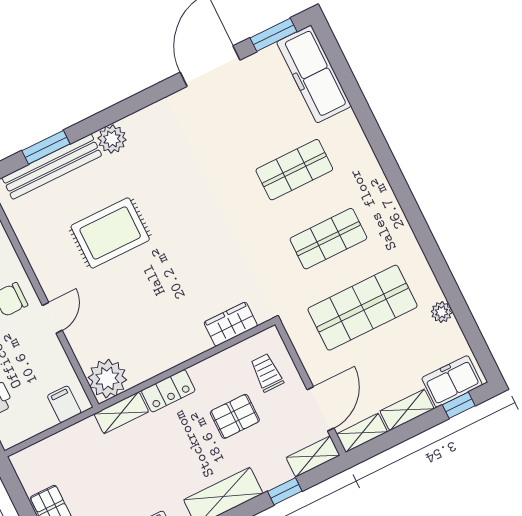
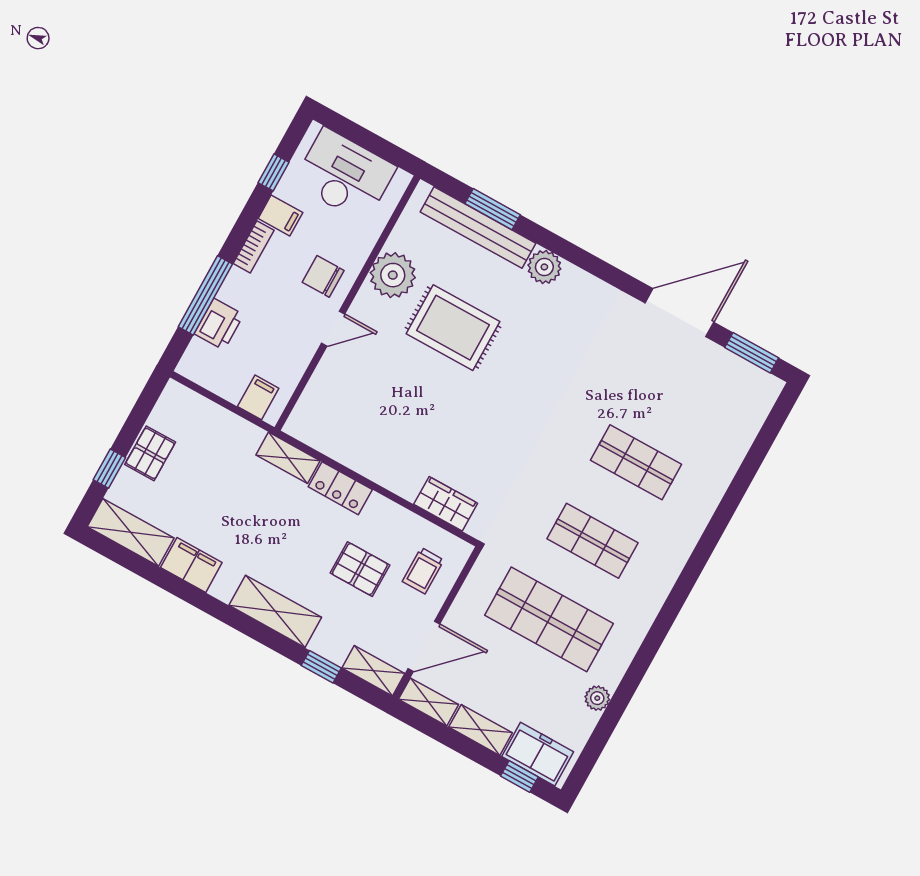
freezer: (314, 74) -> (741, 418), removed
trolley: (267, 373) -> (423, 571), turned 180
plant: (107, 379) -> (393, 275), moved

